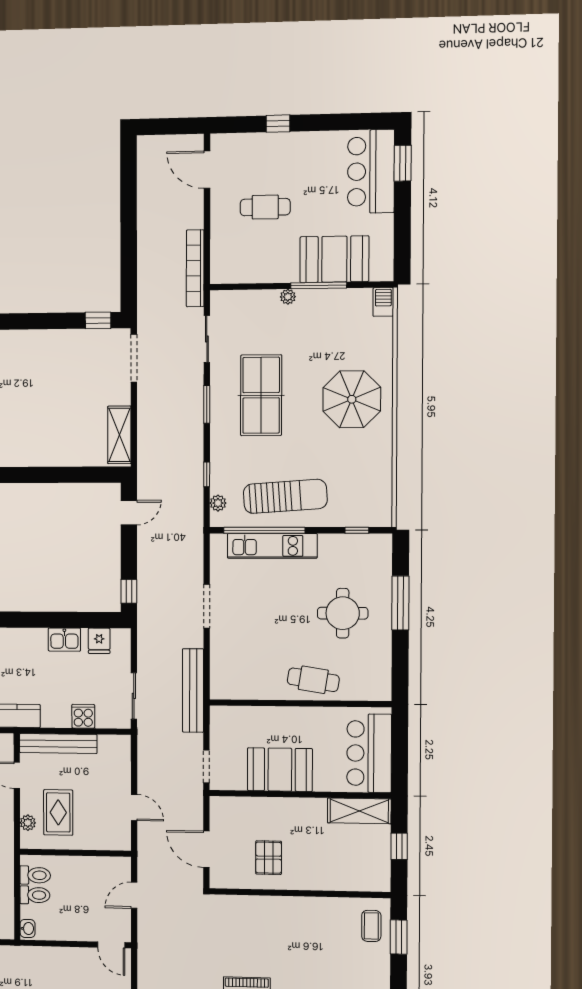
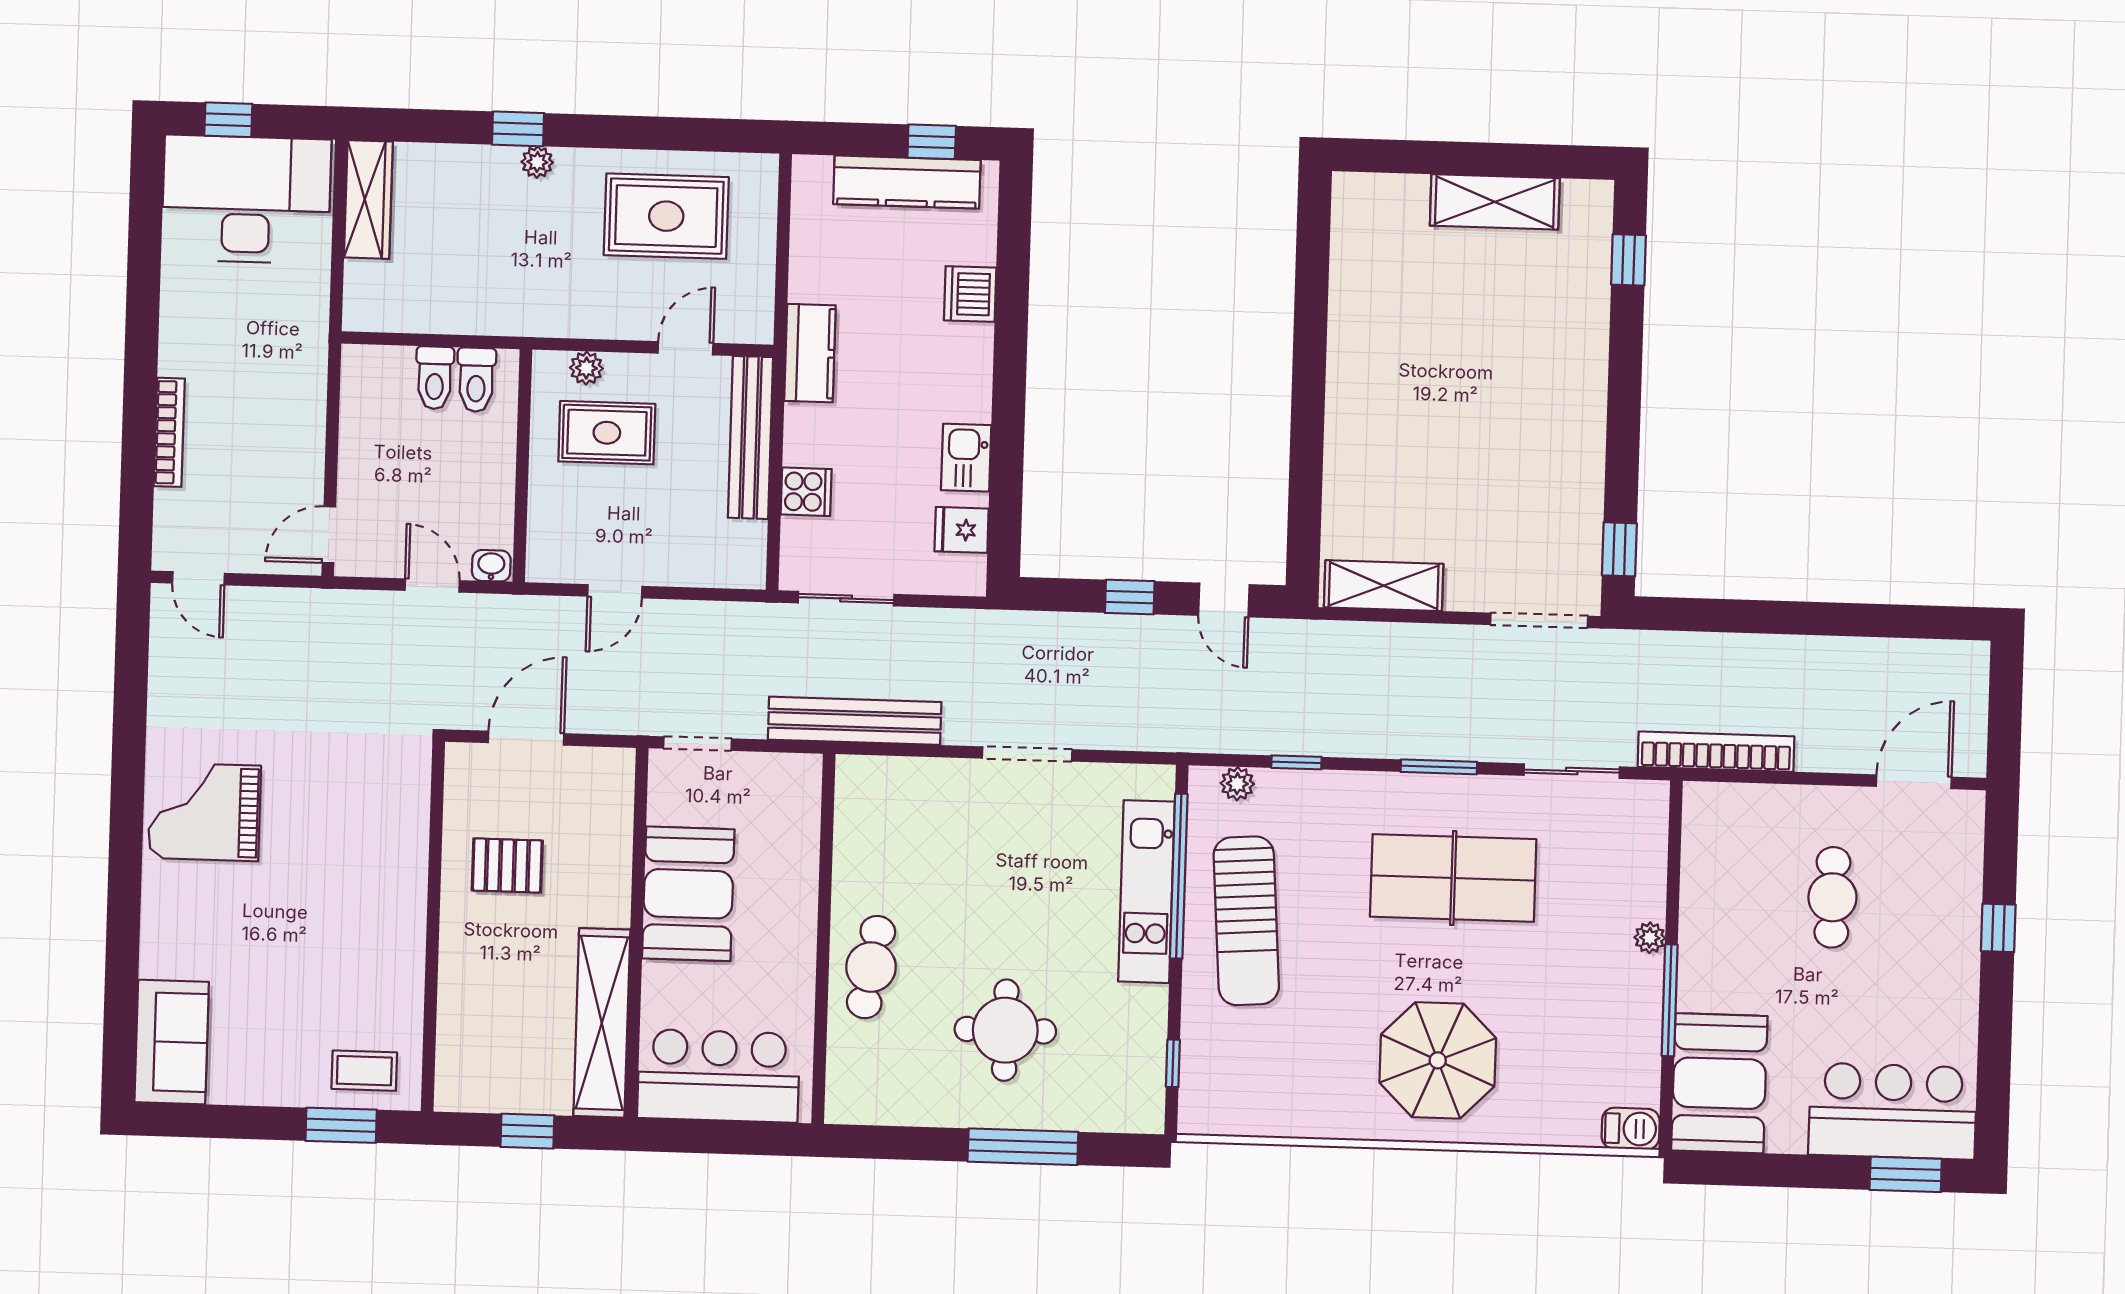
booth: (334, 259) -> (1719, 1083), moved
window: (129, 591) -> (1130, 597), moved
shelving: (359, 811) -> (602, 1023), width x1.47
washbasin: (28, 928) -> (491, 566), moved, turned 180

